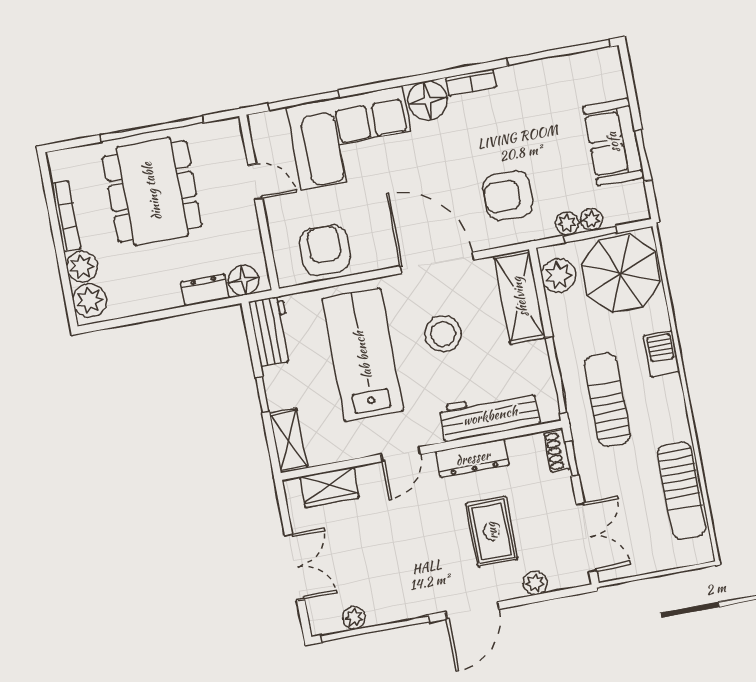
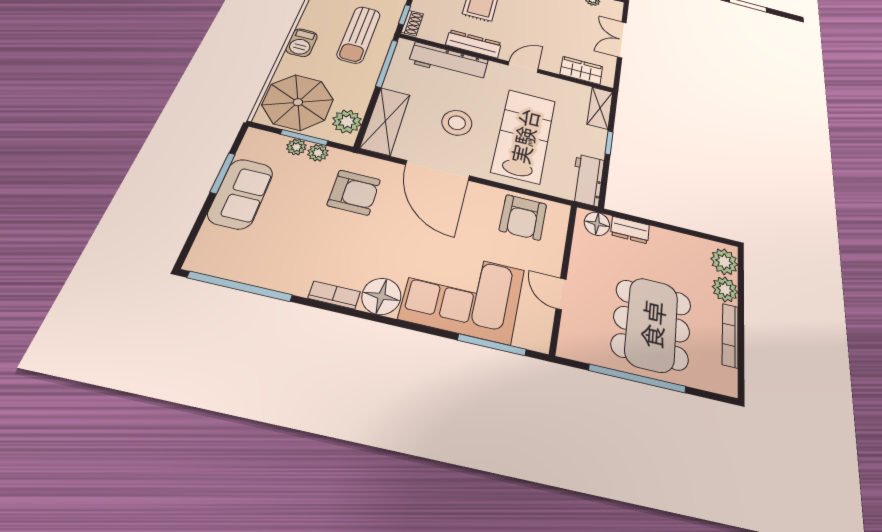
lab bench: (363, 355) -> (524, 136), turned 180

